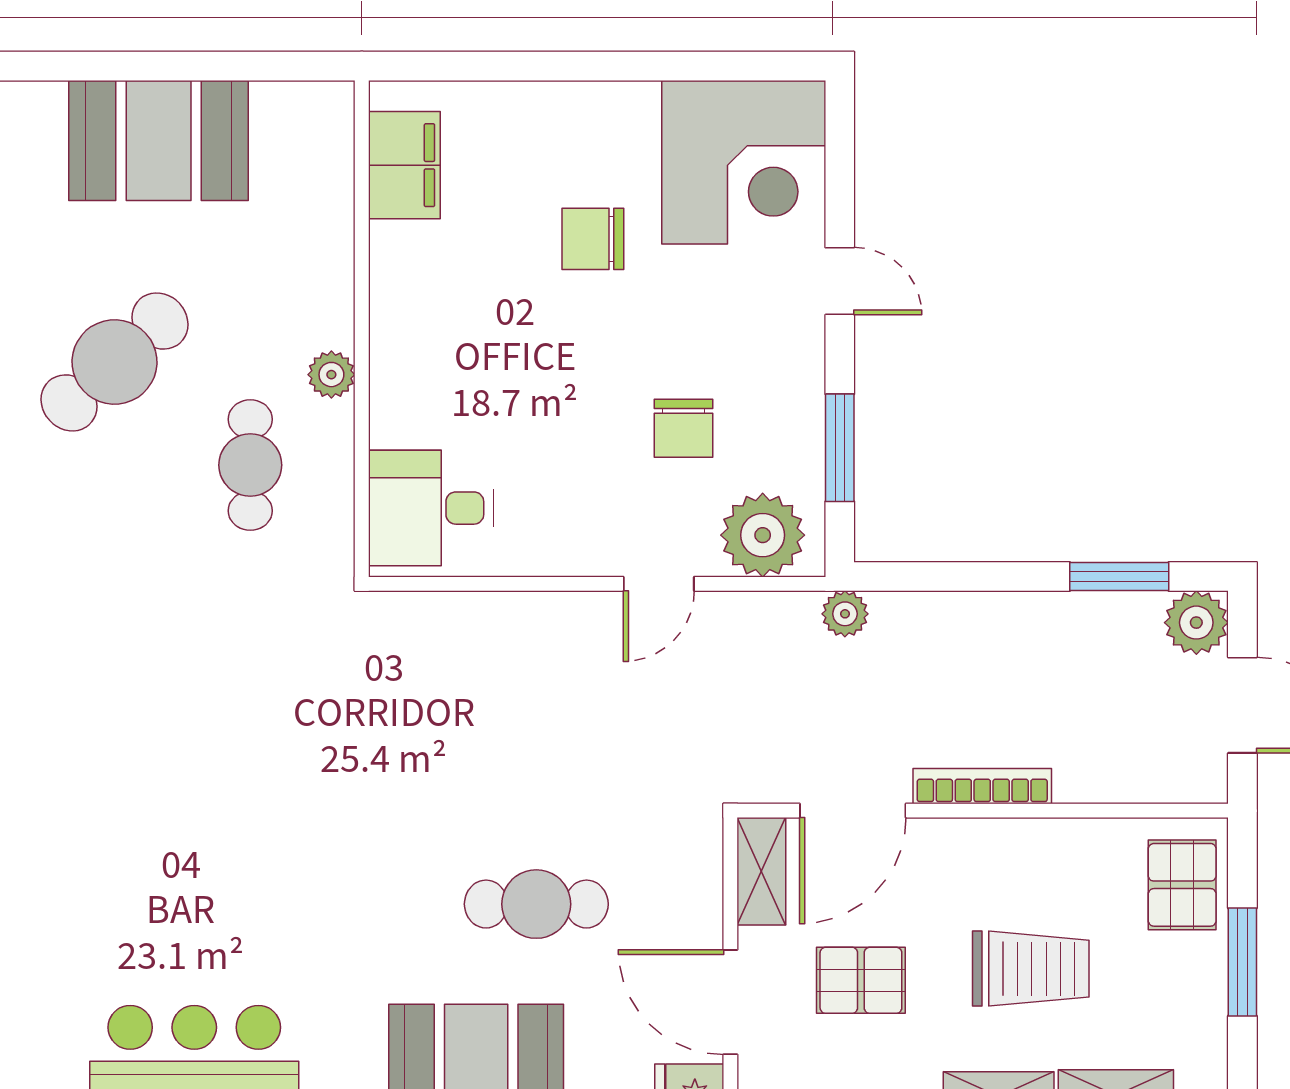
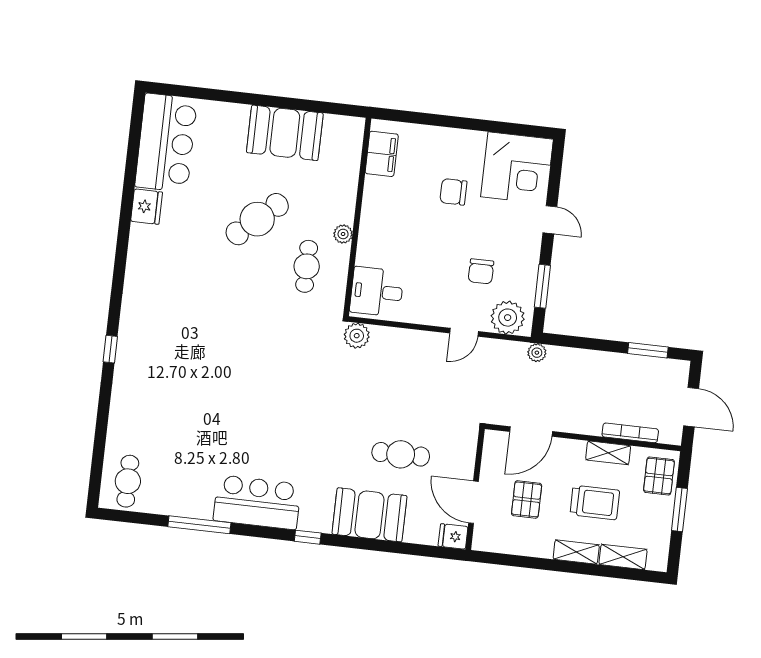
plant: (1196, 623) -> (357, 336), moved
bookcase: (982, 786) -> (630, 433), moved
shelving: (761, 871) -> (608, 453), moved, turned 90
pallet: (861, 980) -> (527, 499), turned 90

